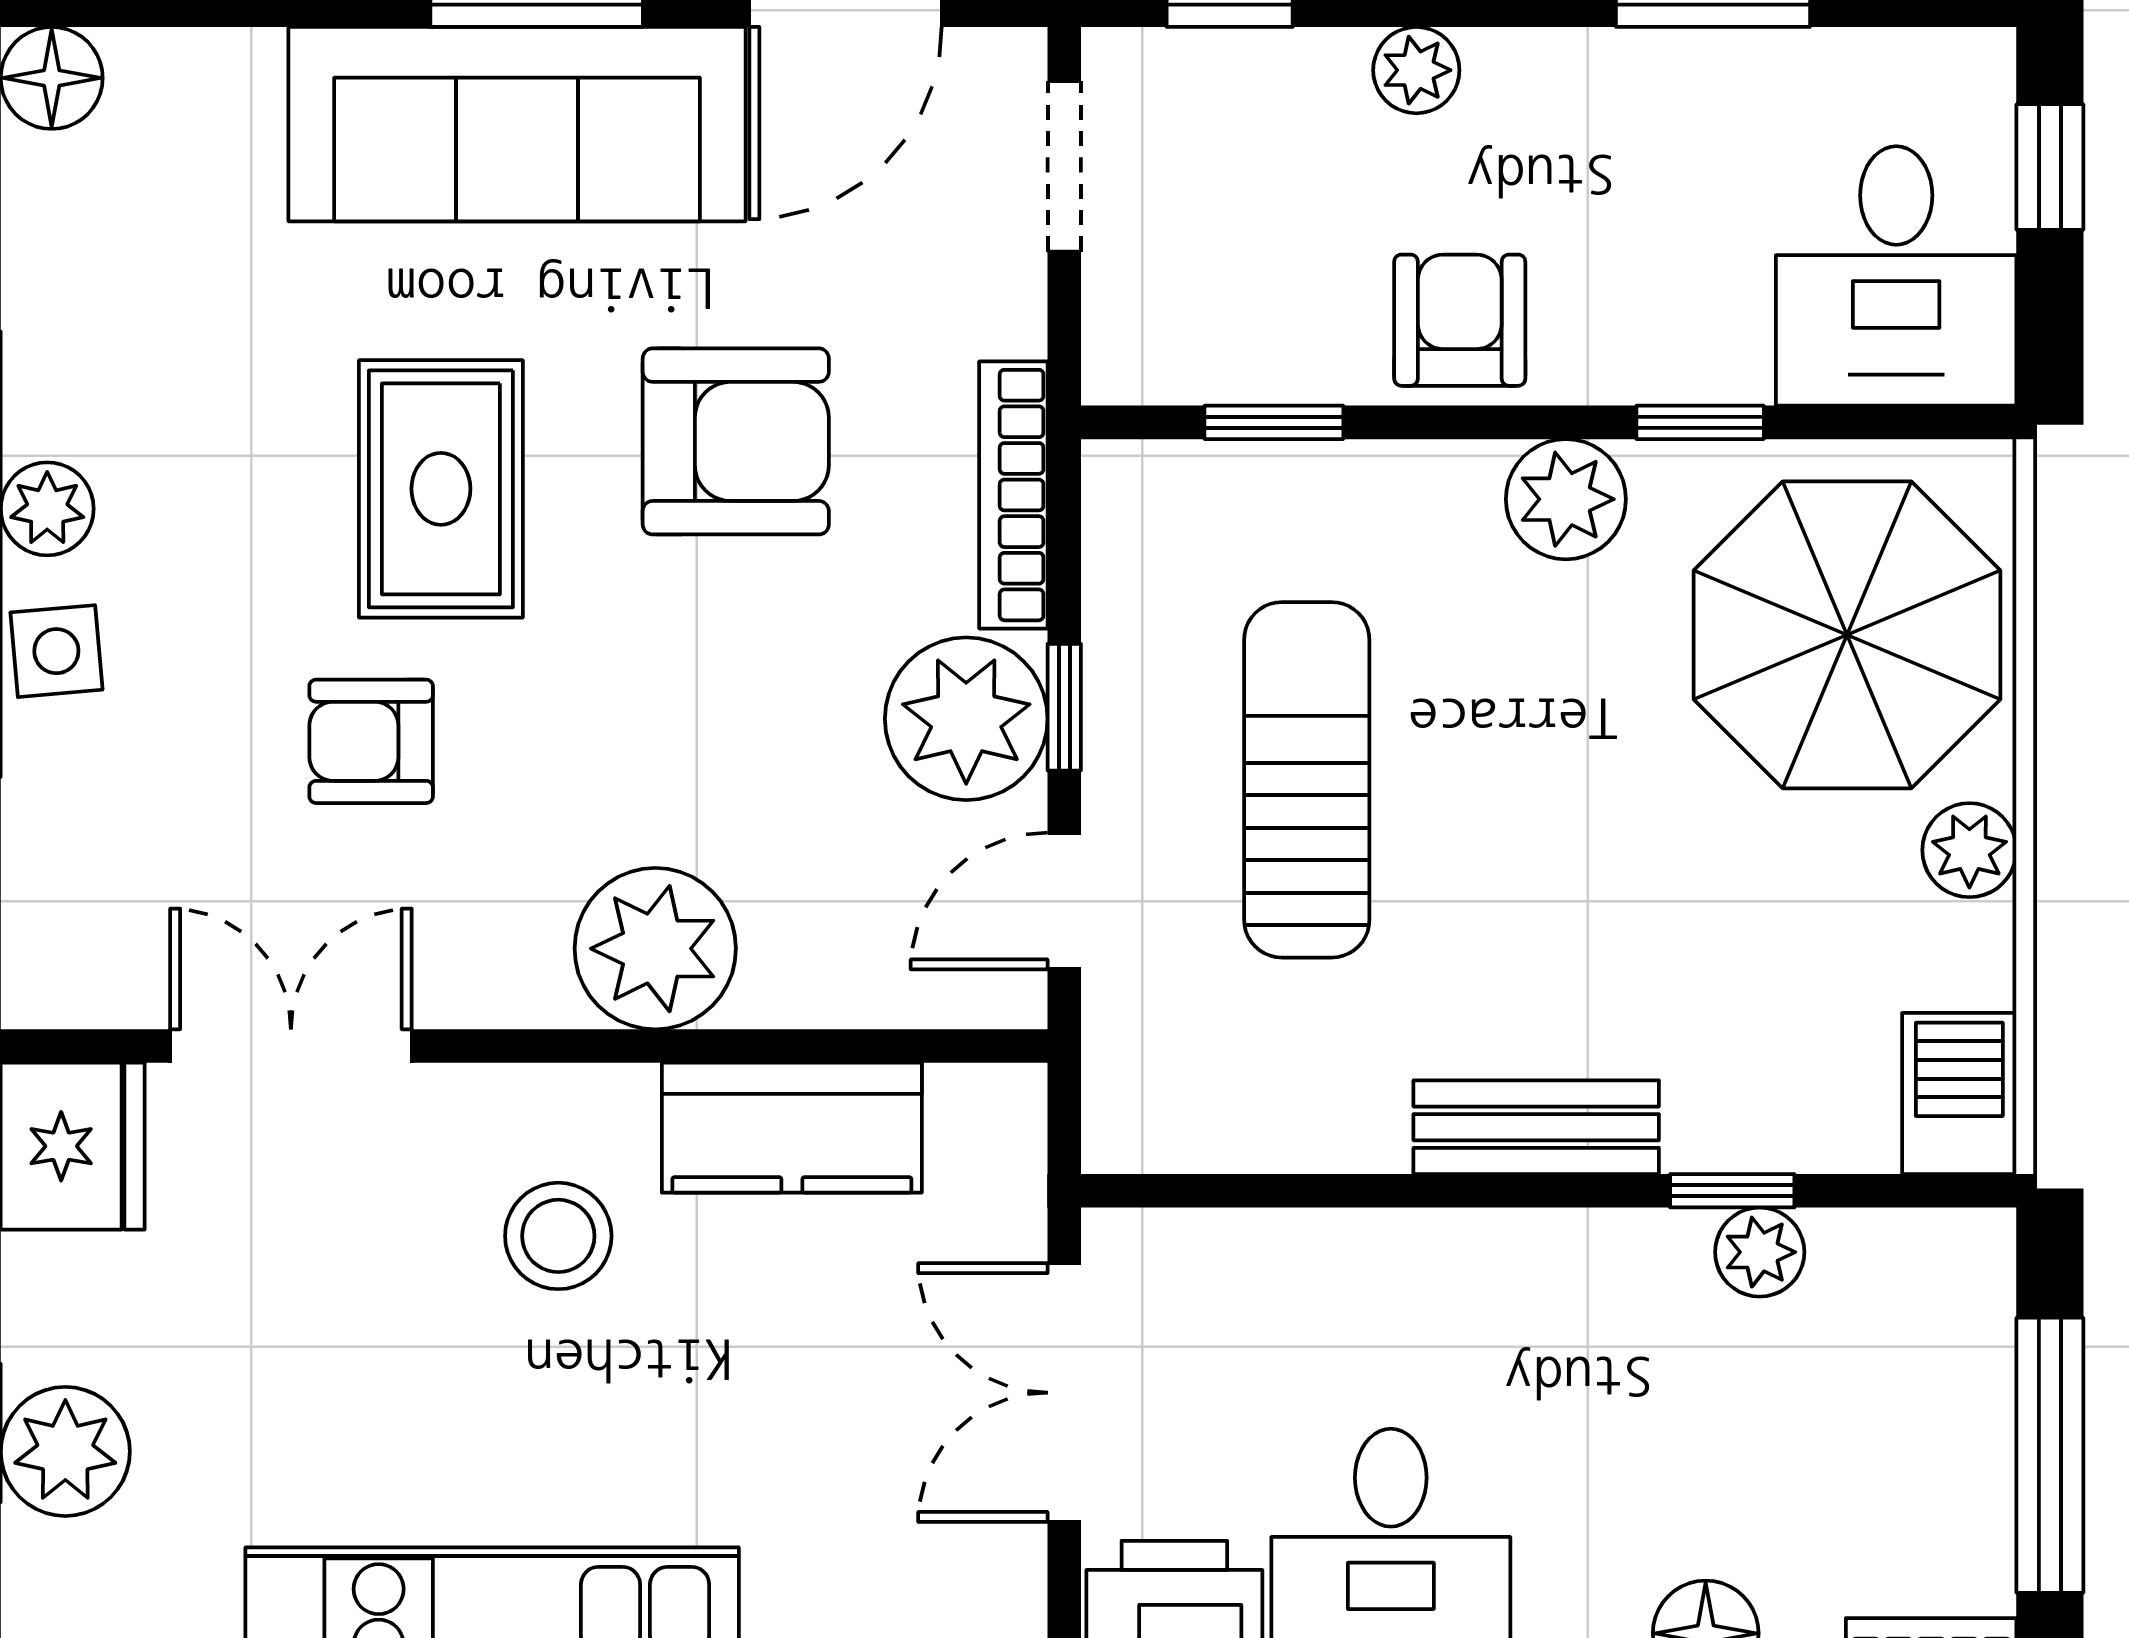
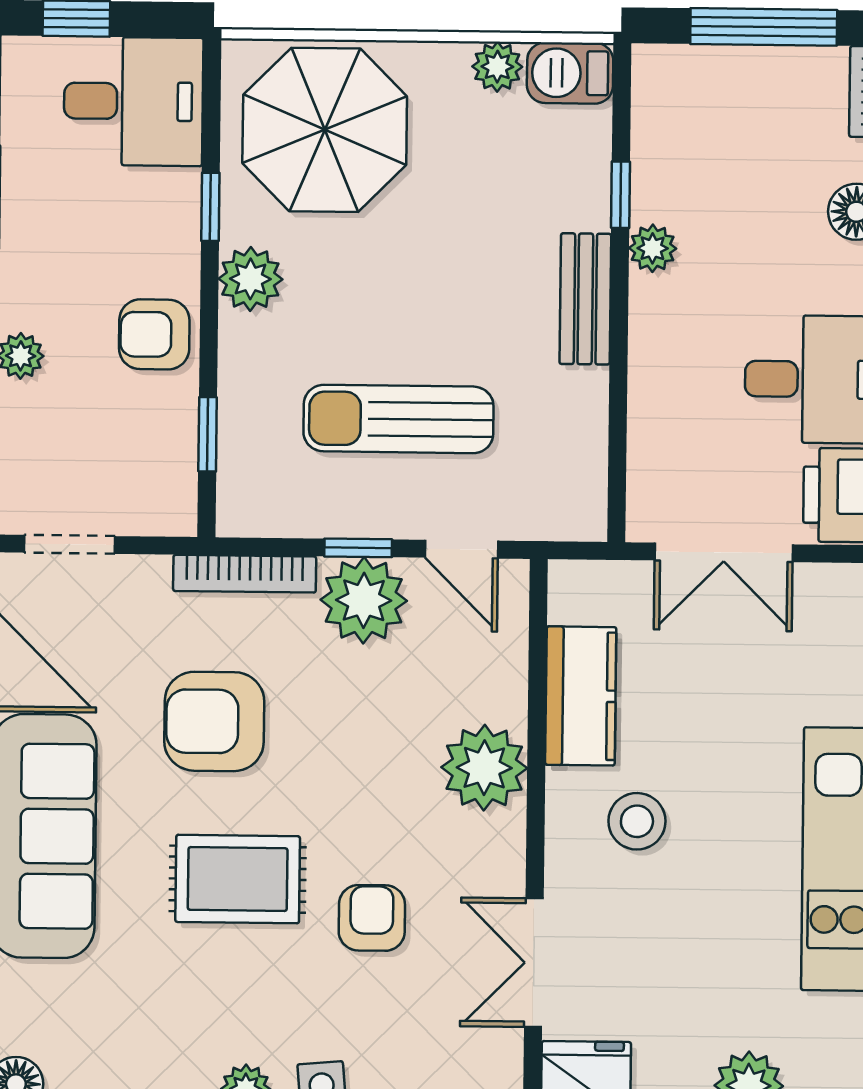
armchair: (736, 441) -> (214, 721), turned -90
armchair: (371, 741) -> (372, 918), turned 180
plant: (1969, 850) -> (497, 67), moved
plant: (1760, 1252) -> (653, 248), moved

